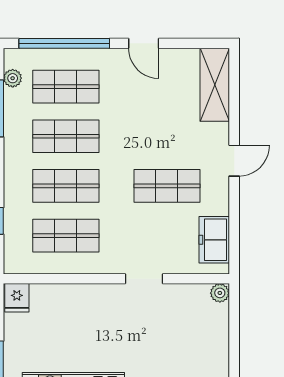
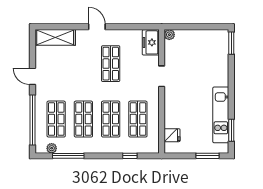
door: (144, 43) -> (33, 76), swing flipped
freezer: (214, 240) -> (151, 42), moved, turned 90
fridge: (17, 298) -> (172, 135), moved

